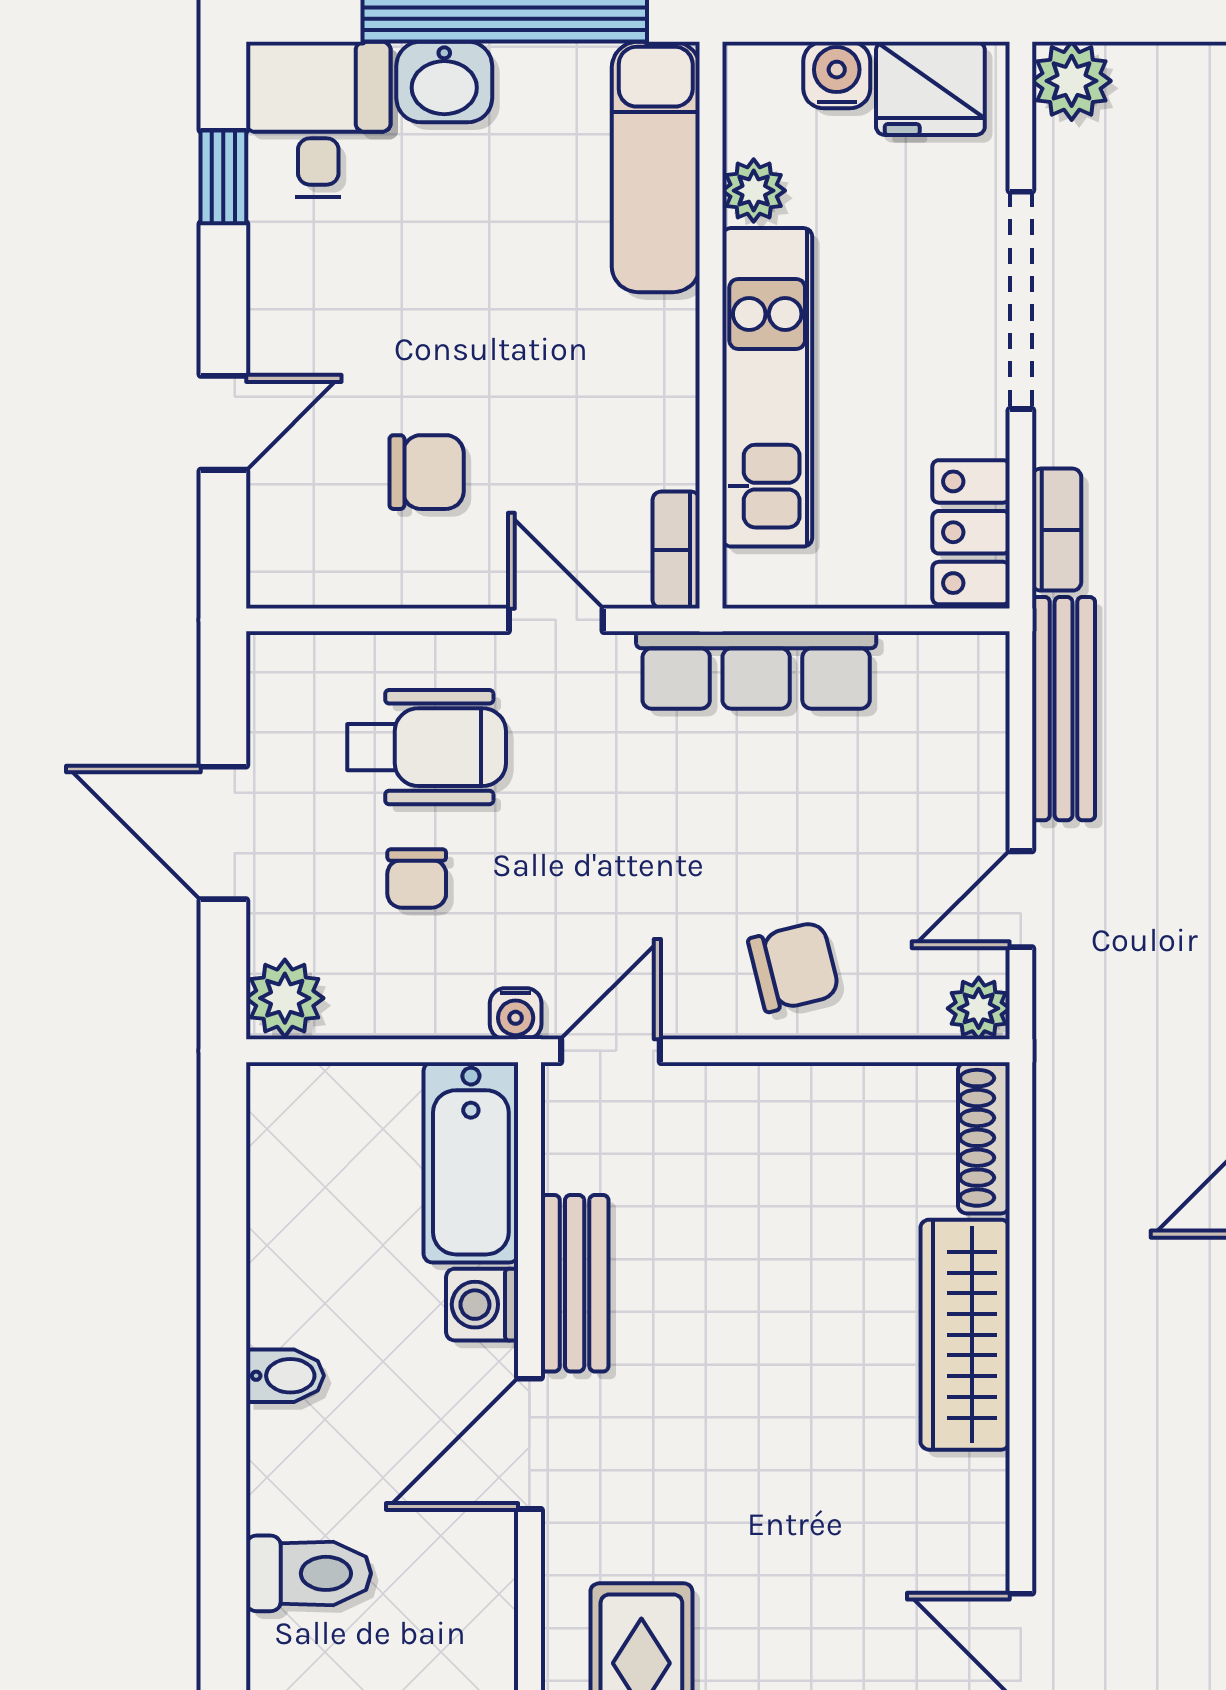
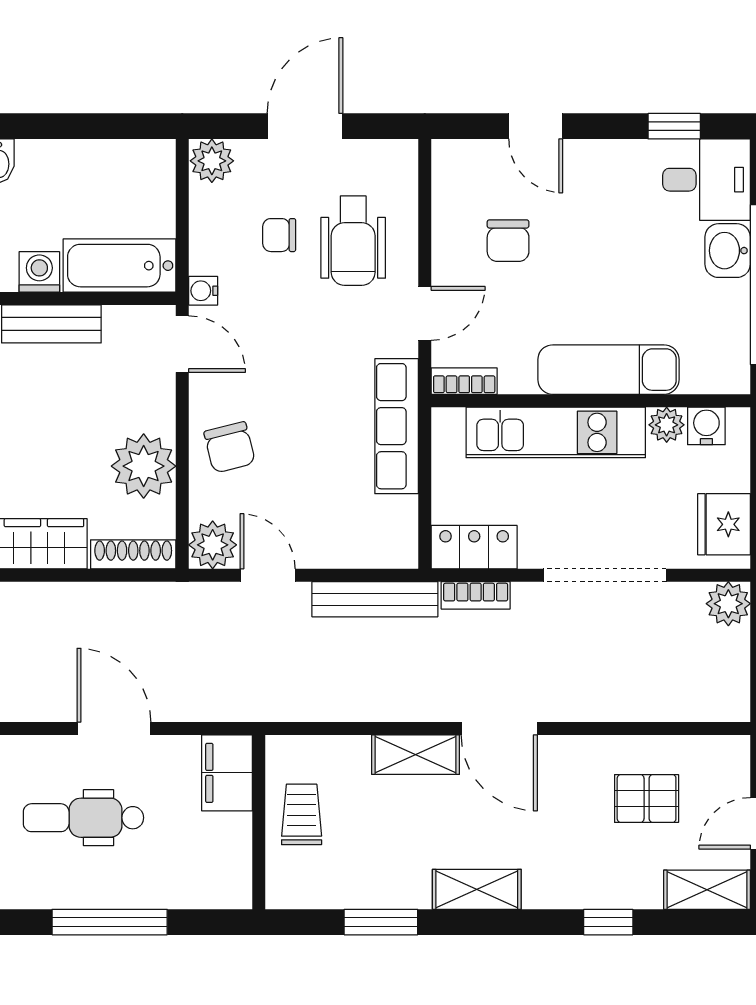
water cooler: (837, 75) -> (706, 426), moved, turned -90
exam couch: (656, 167) -> (608, 370), moved
plant: (979, 1008) -> (213, 545), width x1.38, depth x1.38
plant: (827, 1119) -> (144, 466), added

